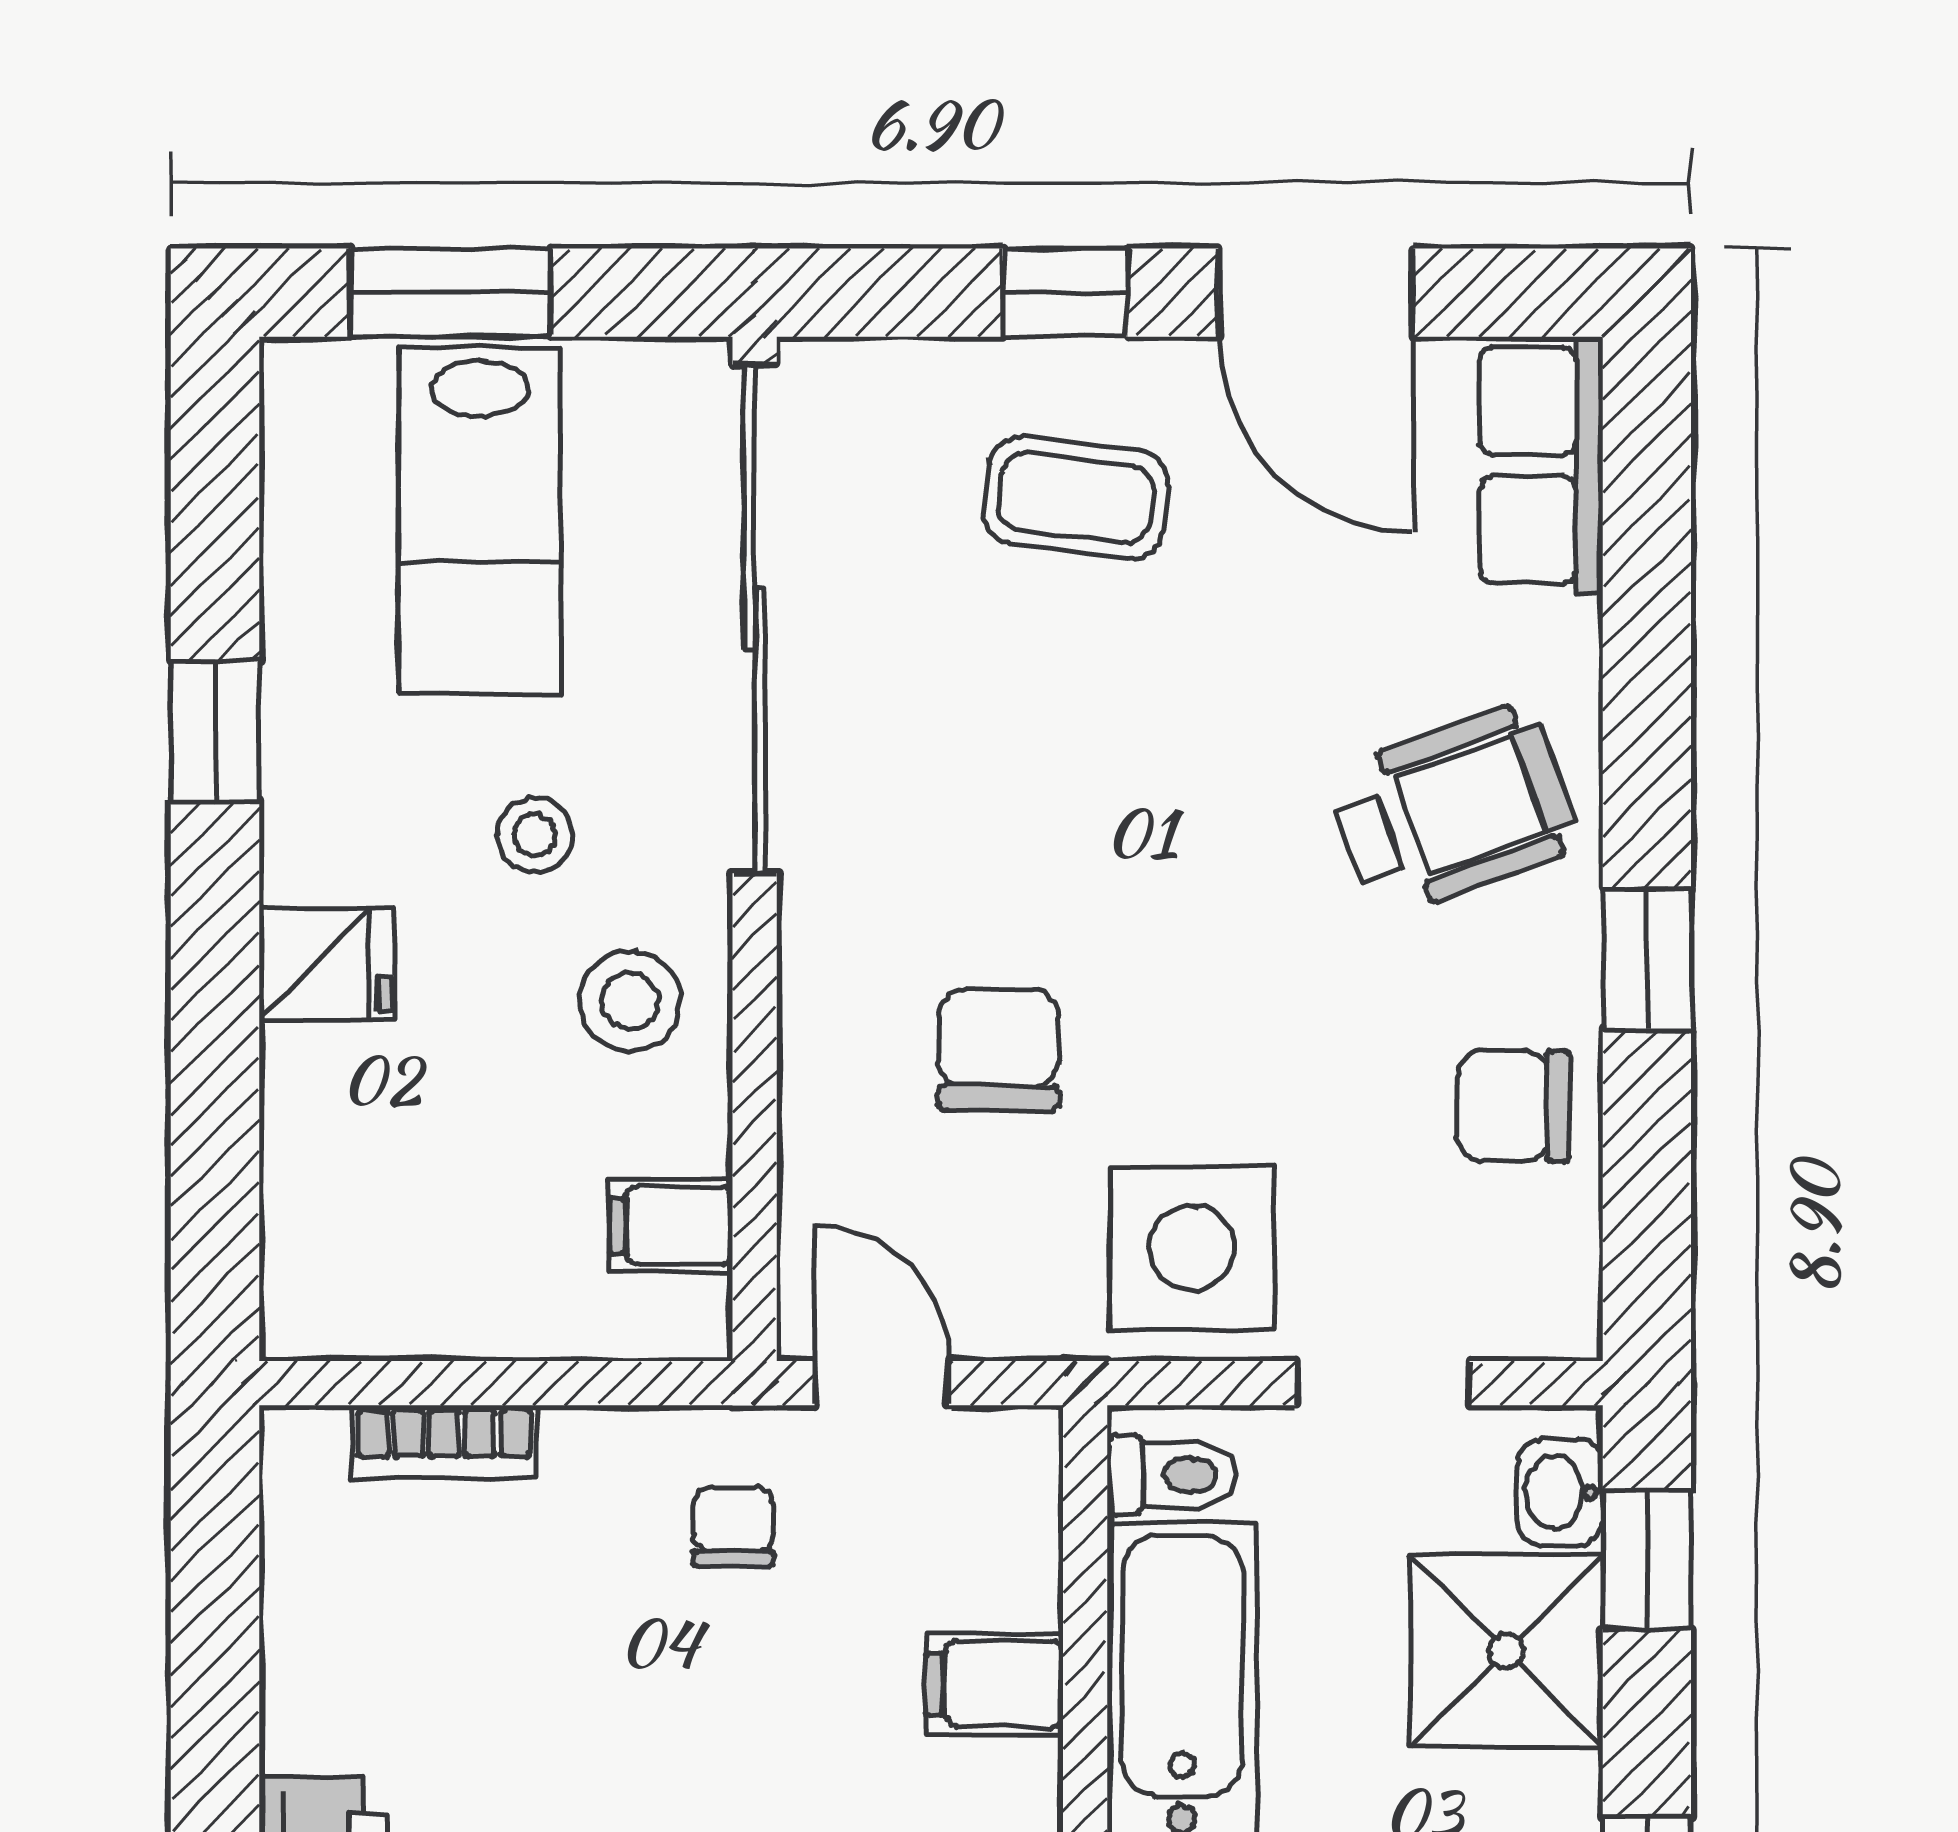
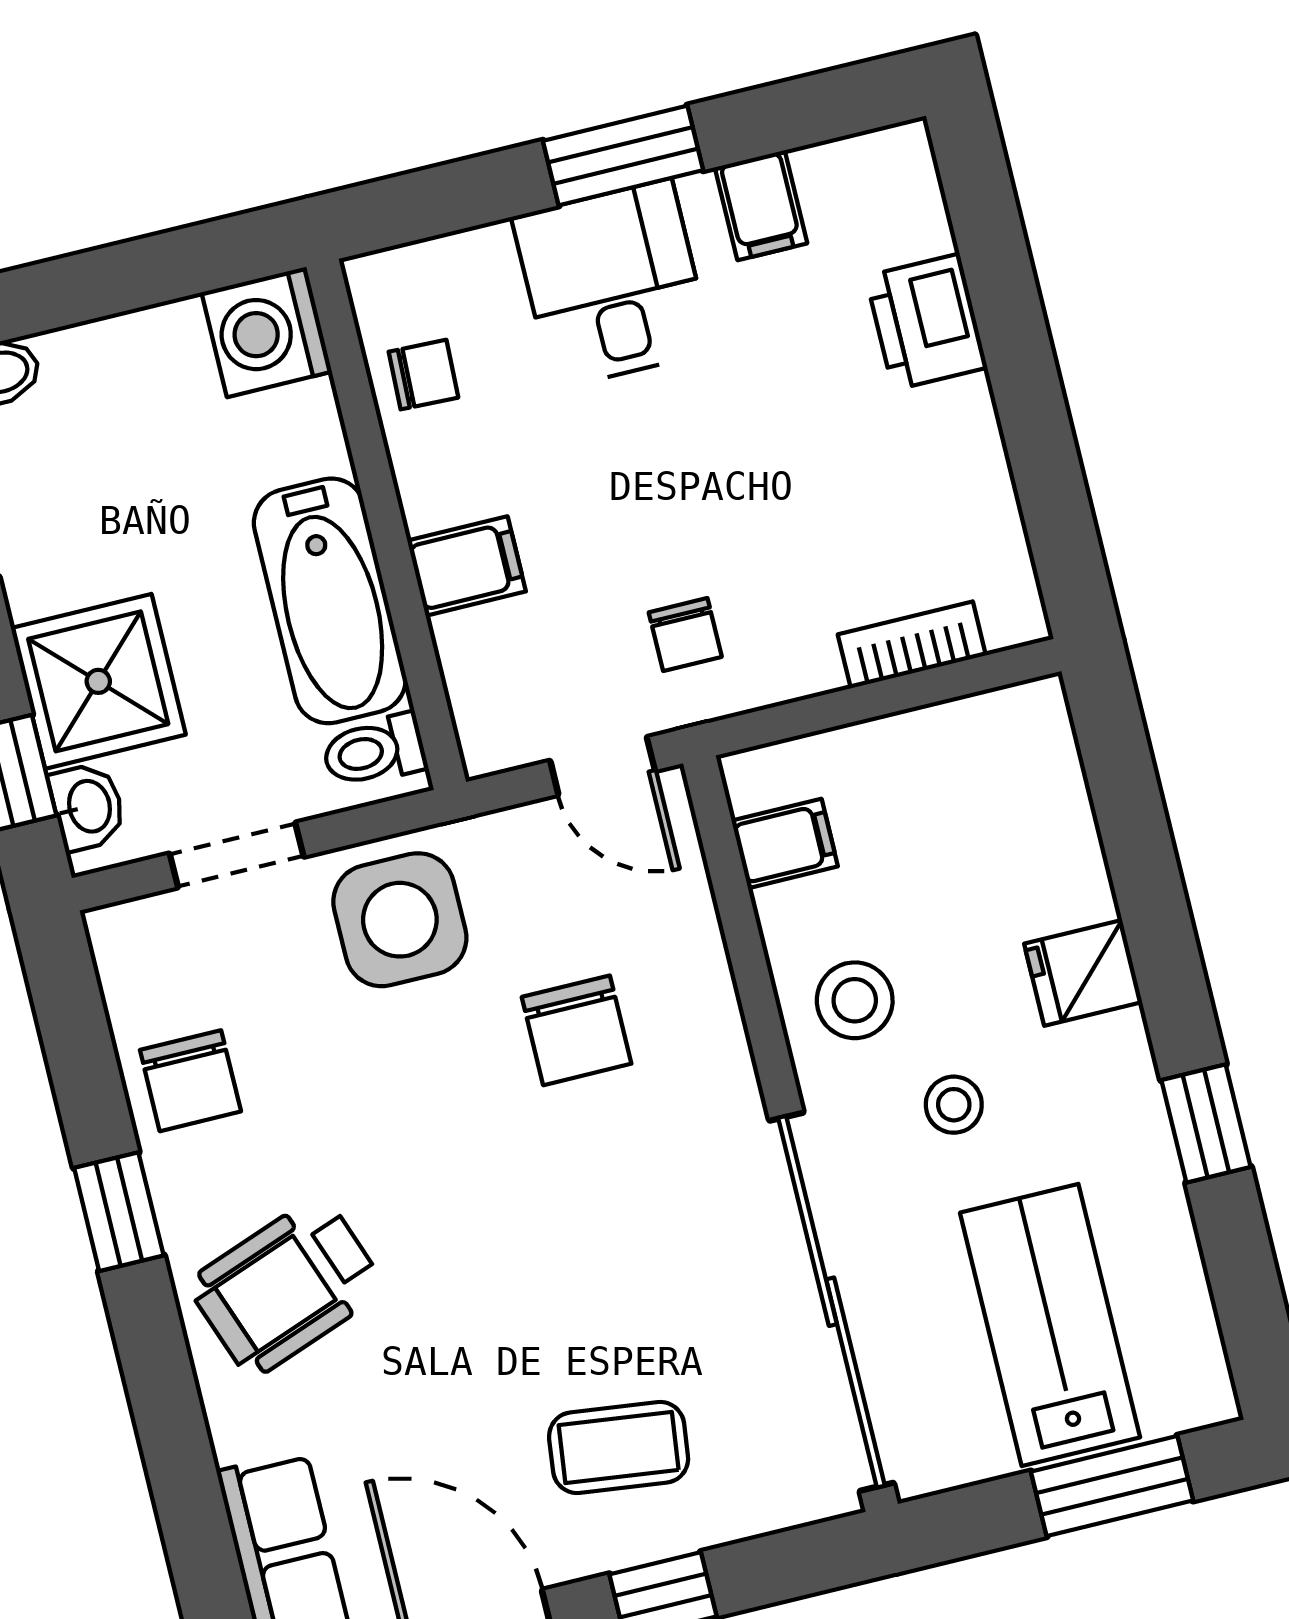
chair: (1513, 1106) -> (190, 1081), turned 90

